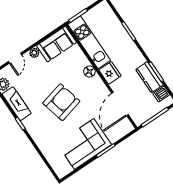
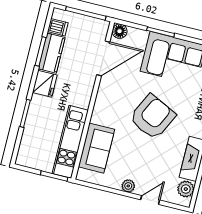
sofa: (57, 44) -> (96, 148), moved, turned 90
floor lamp: (89, 72) -> (120, 31), moved
fridge: (110, 73) -> (45, 84), moved, turned 180
armchair: (61, 102) -> (152, 117), turned 130

